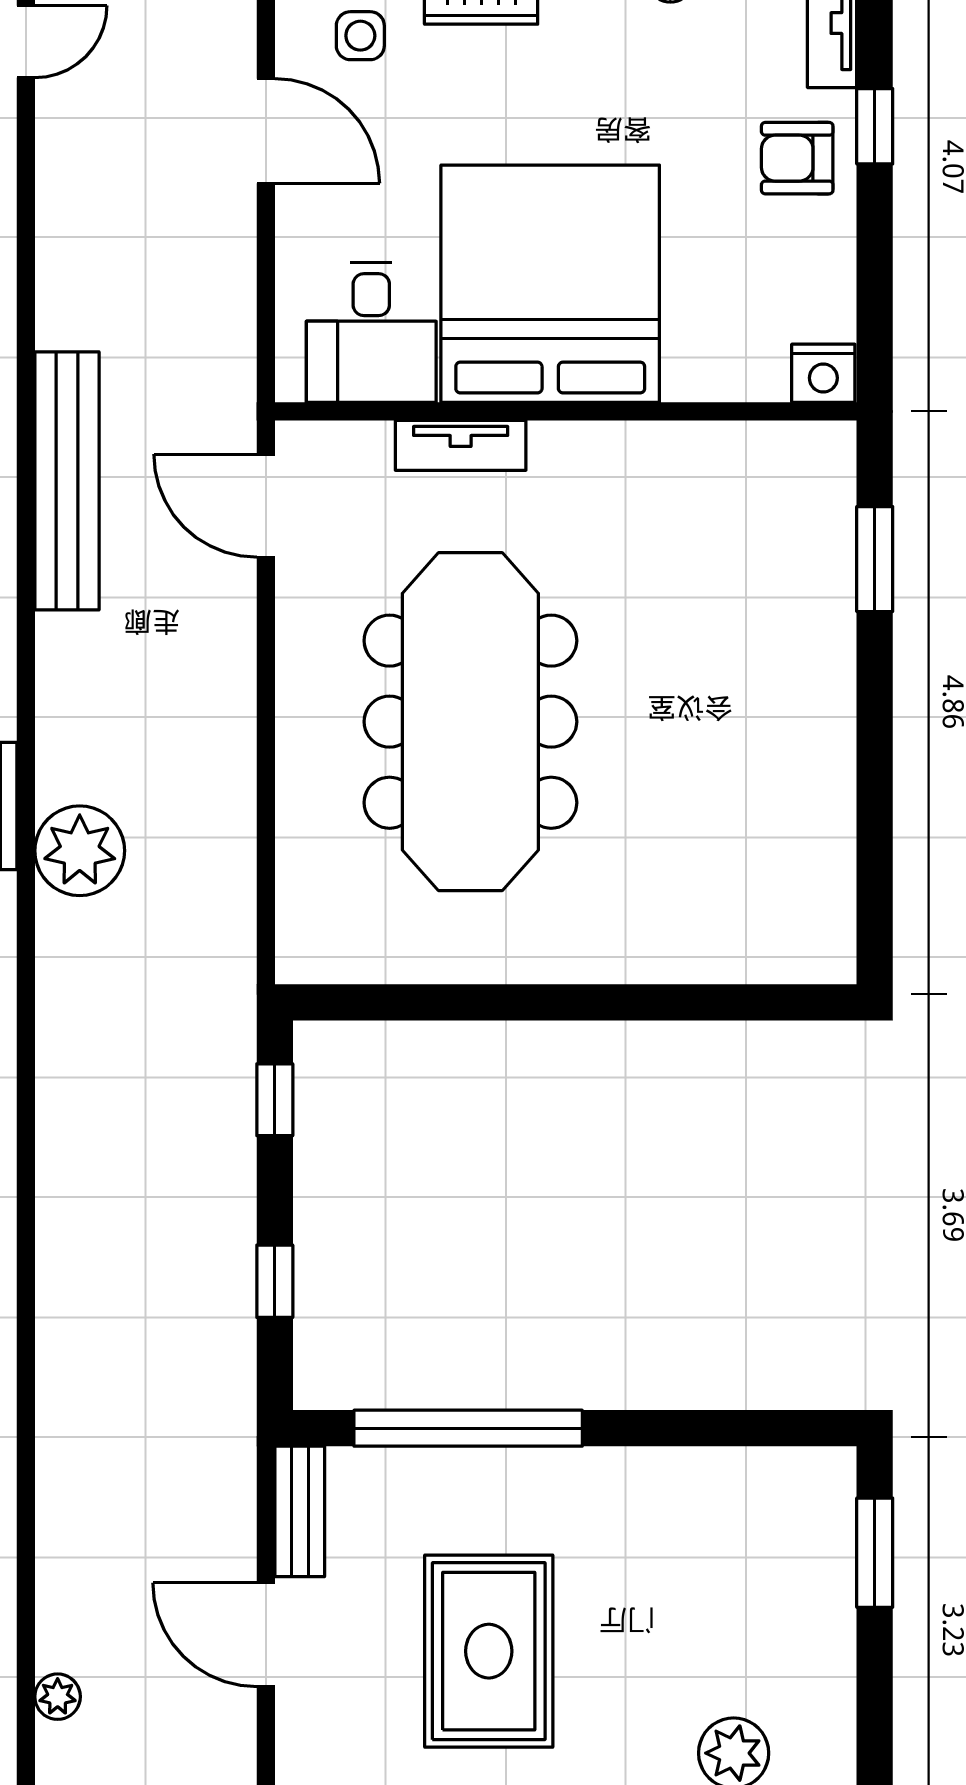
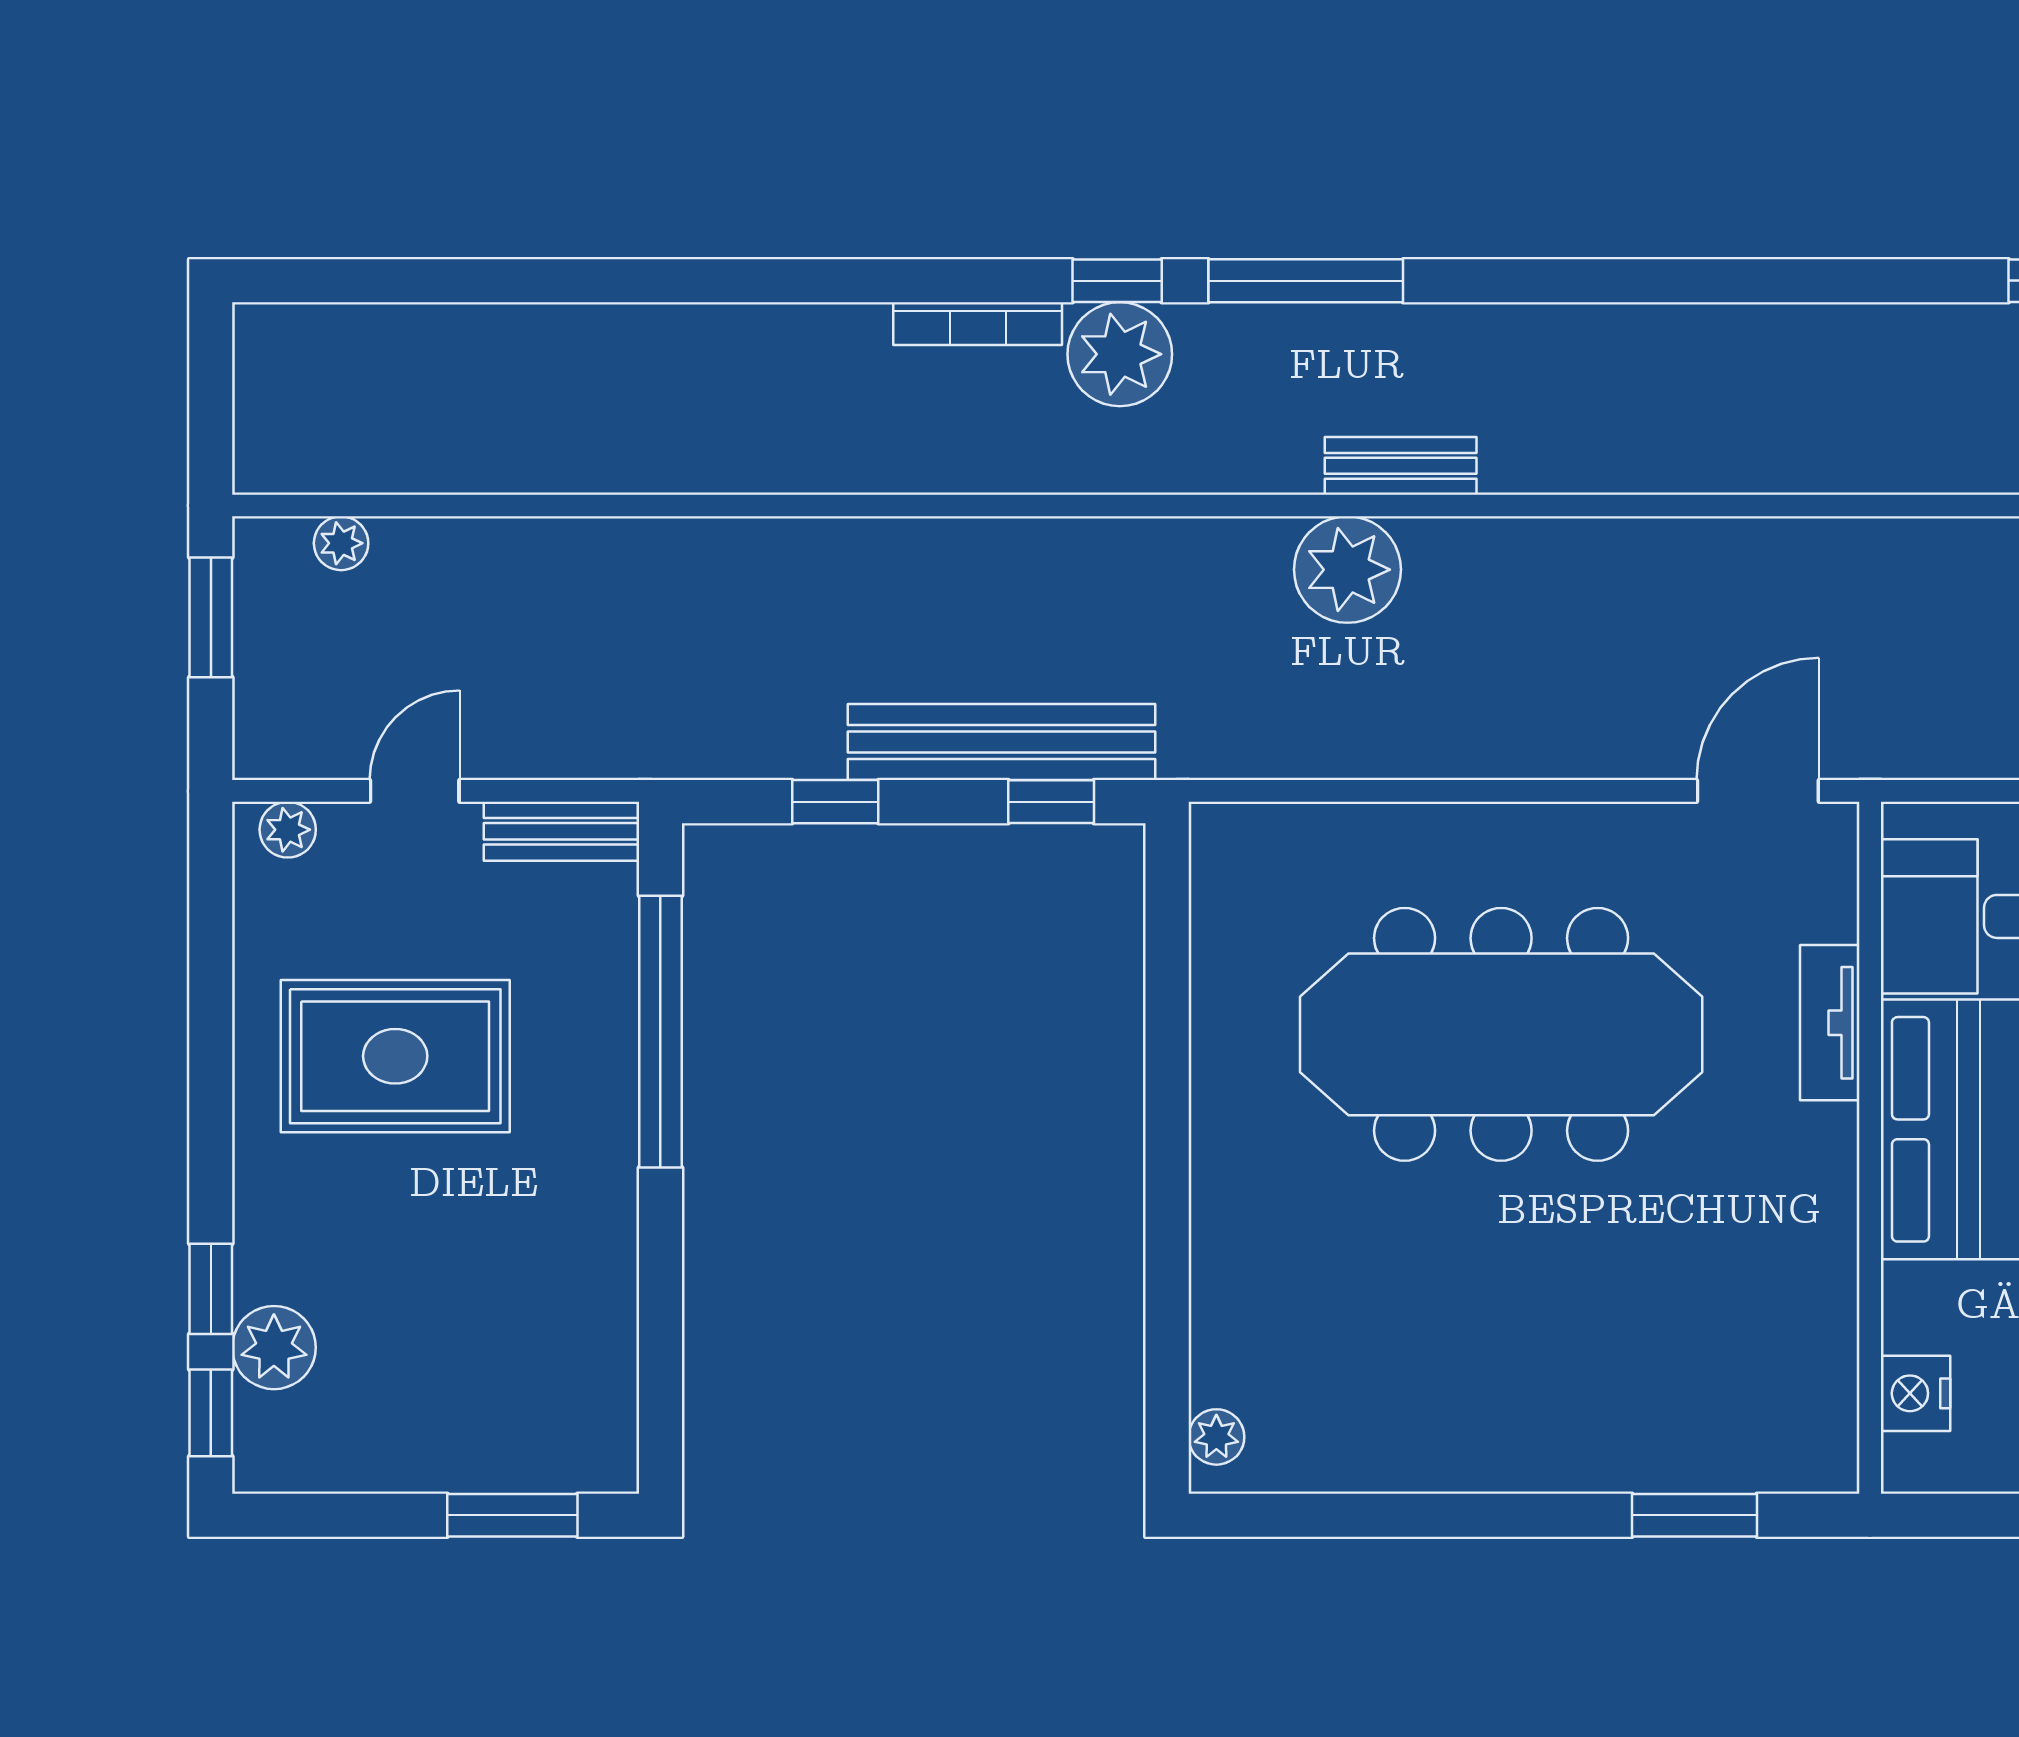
nightstand: (823, 373) -> (1915, 1393), moved
bench: (67, 481) -> (1002, 742), moved
plant: (809, 961) -> (1216, 1437), added
door: (266, 1635) -> (415, 791), width x0.73
plant: (298, 1741) -> (288, 830), added

